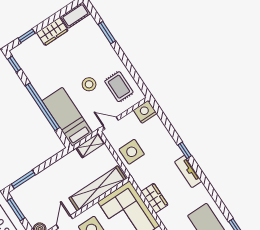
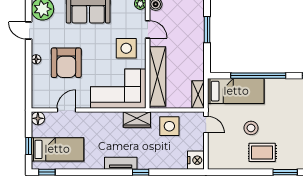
rug: (119, 87) -> (262, 152), moved
door: (111, 123) -> (206, 125), hinge flipped
window: (23, 179) -> (207, 30), moved
wardrobe: (155, 198) -> (137, 120), moved

